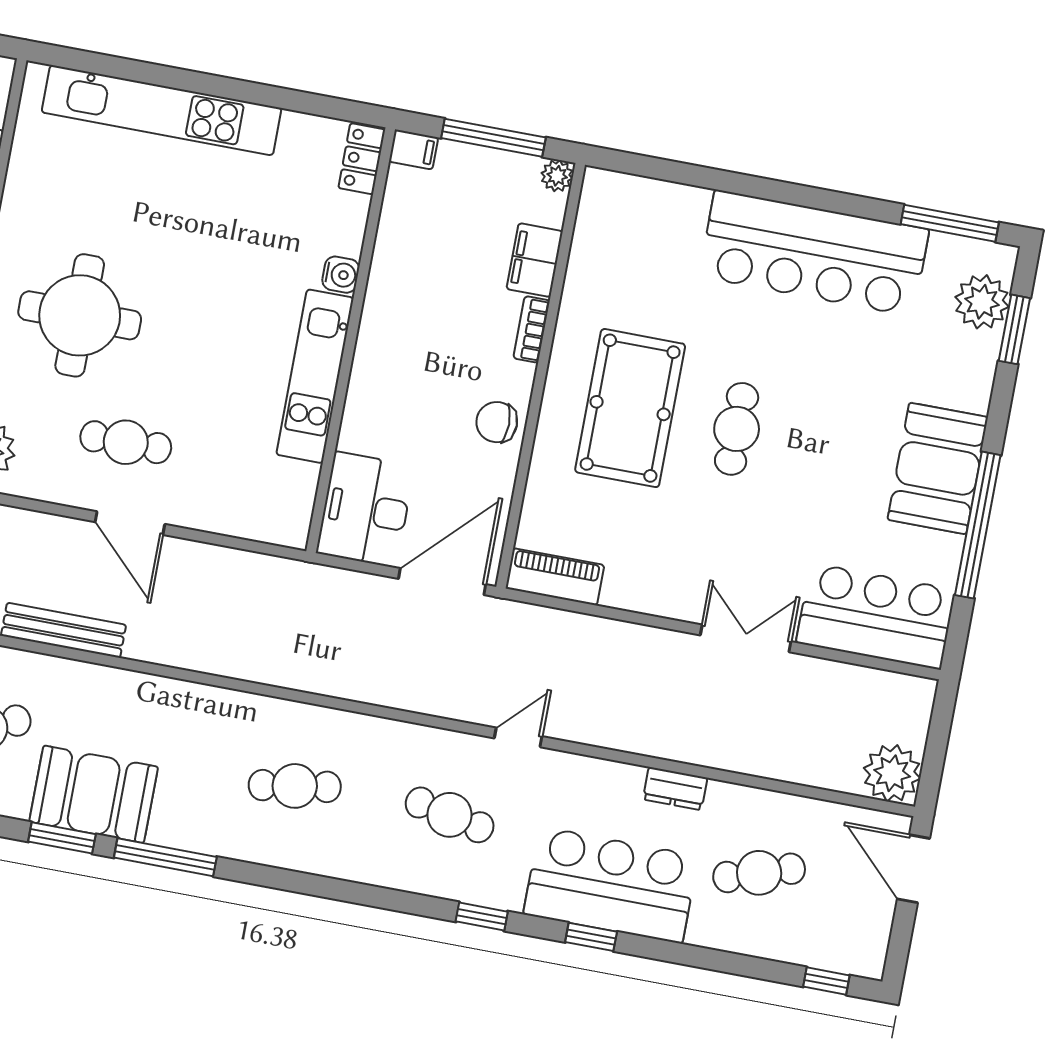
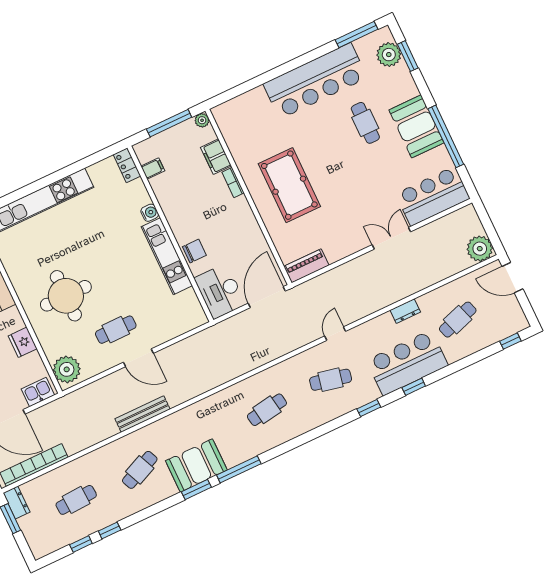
filing cabinet: (414, 150) -> (153, 169), moved
chair: (497, 422) -> (194, 251), moved, turned 180
cafe table: (737, 429) -> (365, 123), moved

